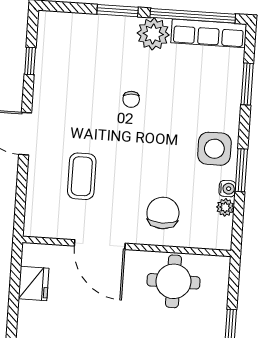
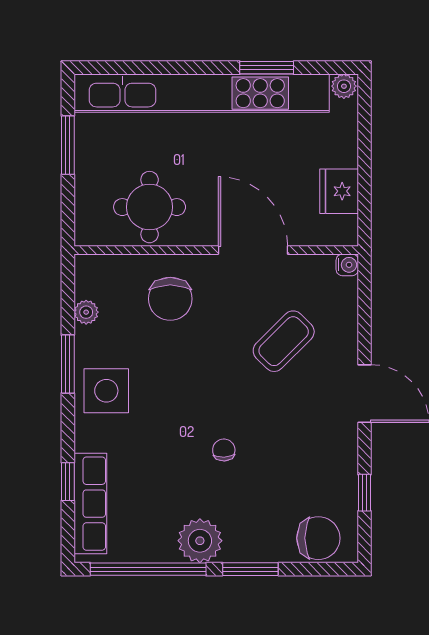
chair: (66, 30) -> (318, 538), added
row of seats: (209, 33) -> (90, 504), moved, turned 90
window: (247, 84) -> (68, 482), width x0.67
coffee table: (82, 176) -> (284, 341), turned 45
water cooler: (227, 189) -> (347, 265), moved, turned 180

